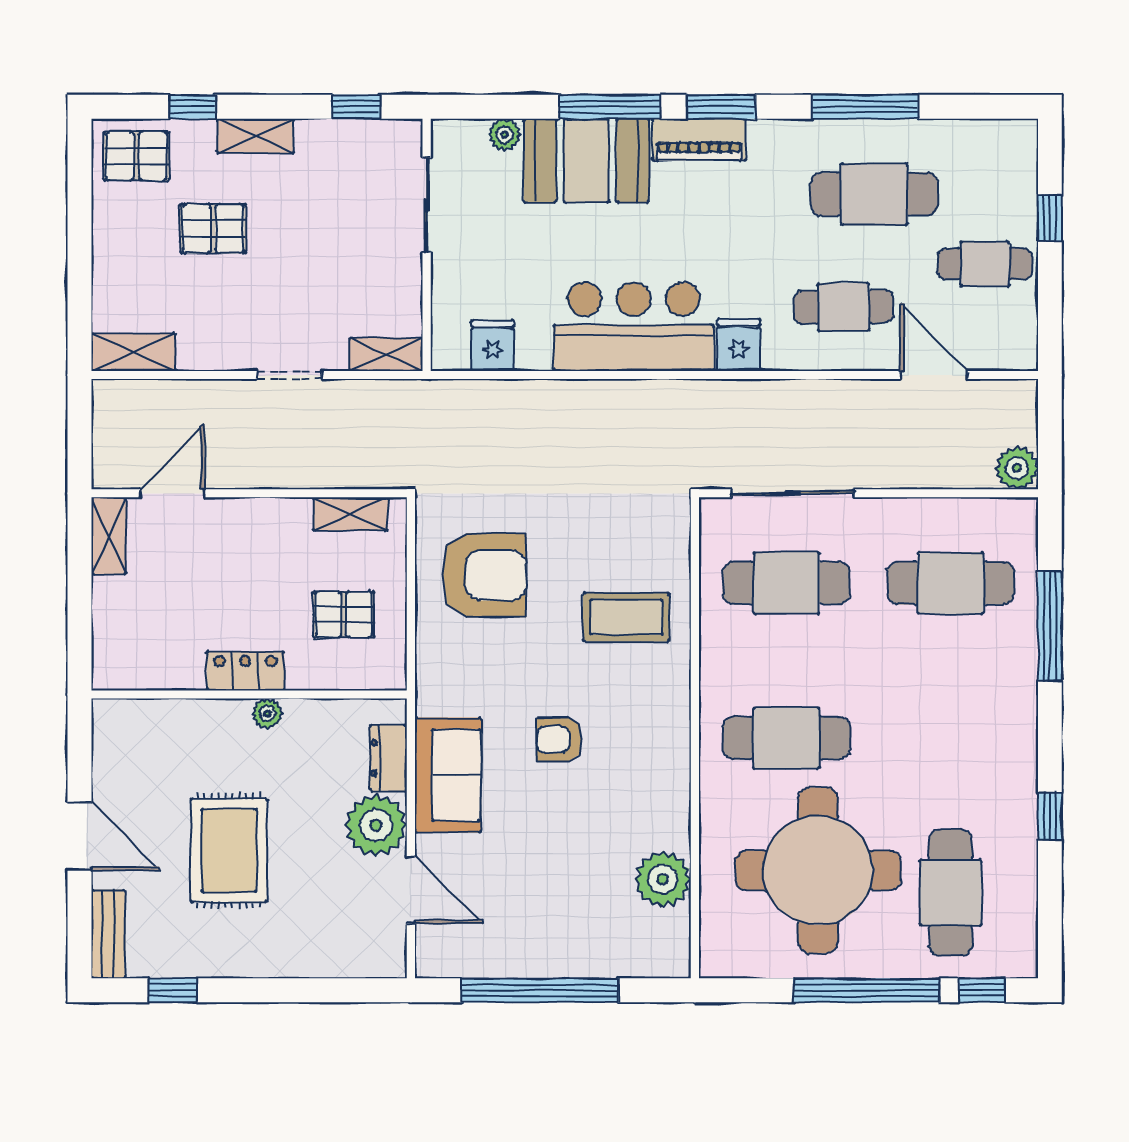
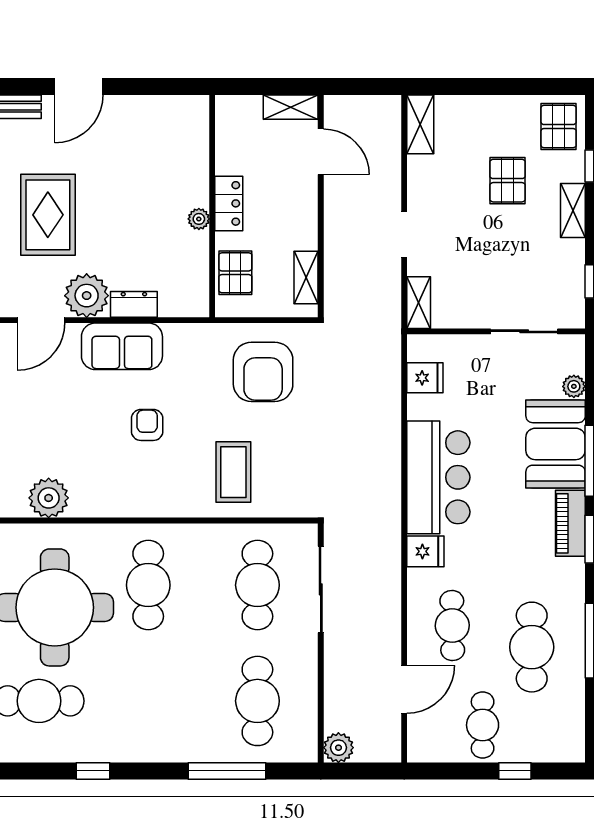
locker: (245, 671) -> (229, 203), moved
wall: (249, 694) -> (212, 206), moved
plant: (267, 713) -> (199, 219), moved
rug: (229, 850) -> (48, 215), moved, turned 90

